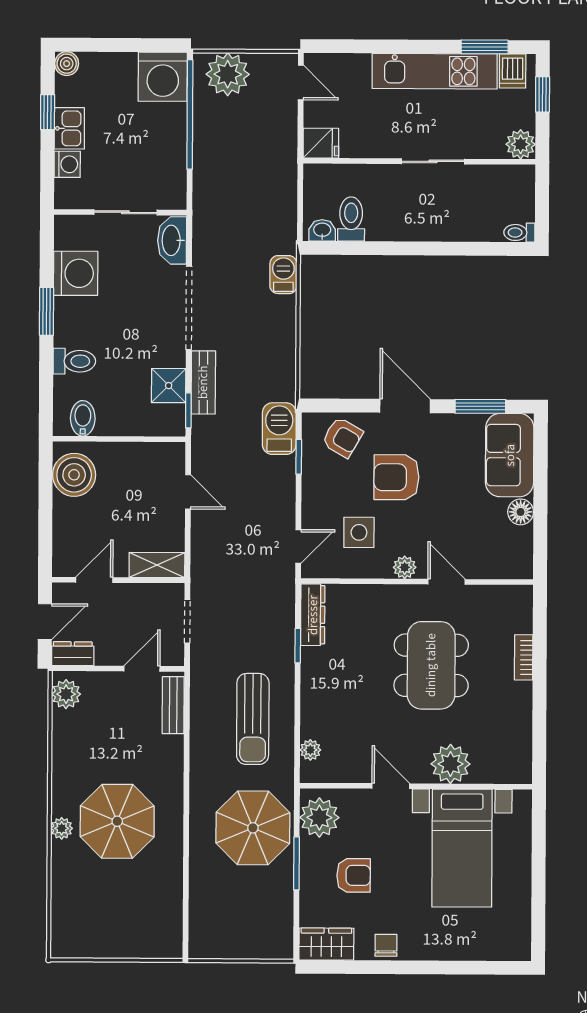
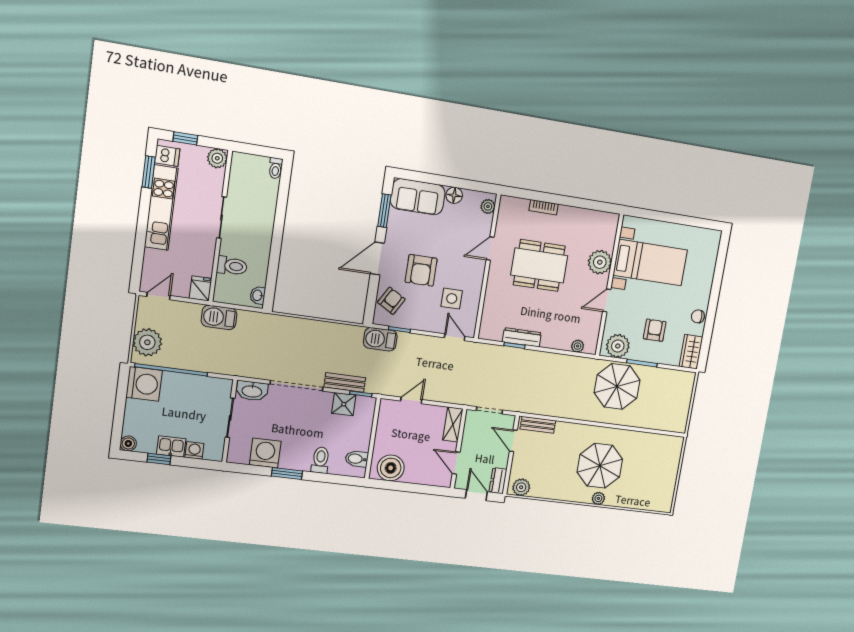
toilet: (351, 219) -> (232, 266), moved, turned 180
barbecue: (283, 275) -> (219, 317), moved, width x1.38, depth x1.27
plant: (405, 567) -> (488, 206), moved
dresser: (313, 615) -> (522, 337), moved
sun lounger: (253, 719) -> (554, 378), removed

